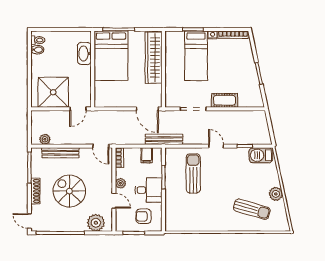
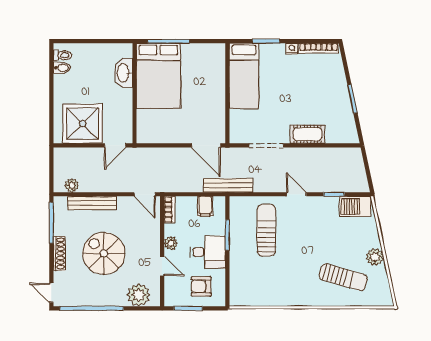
bed: (196, 56) -> (244, 76), moved
wardrobe: (154, 58) -> (214, 78), removed

